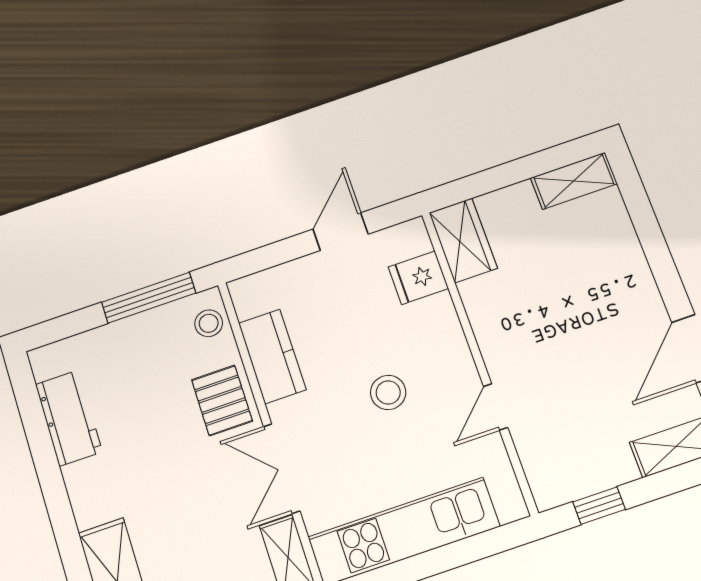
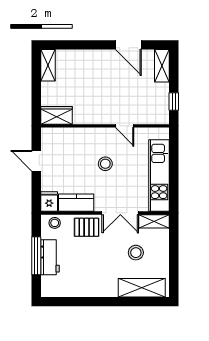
fridge: (418, 278) -> (49, 202), moved, turned 180
window: (149, 298) -> (36, 256), moved
workbench: (69, 418) -> (50, 257), moved, turned 90
stool: (198, 539) -> (136, 253), added

